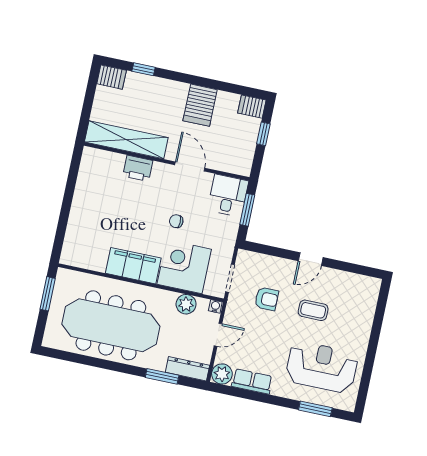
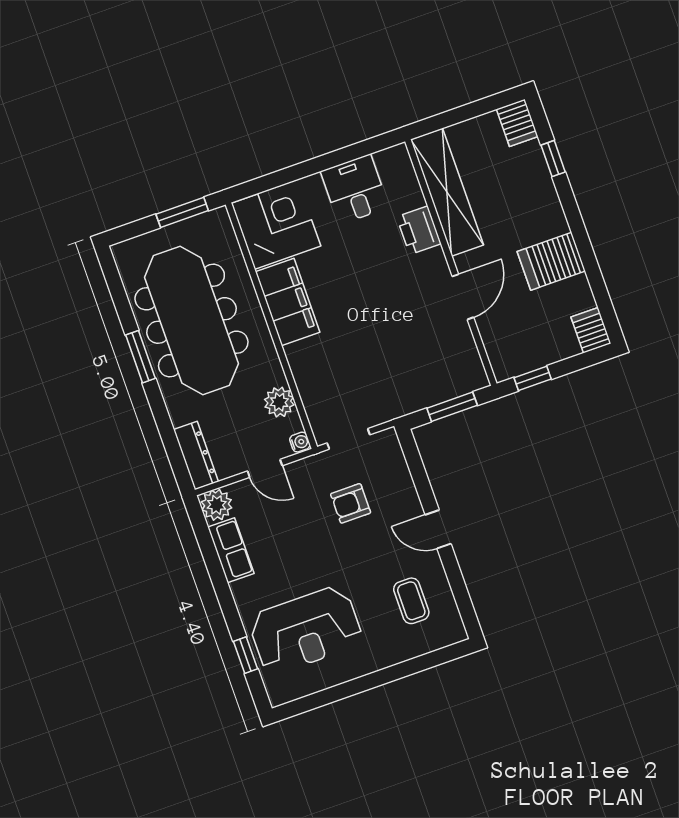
window: (263, 134) -> (533, 378), moved
desk: (228, 195) -> (355, 189), moved, turned -90
chair: (176, 221) -> (380, 323), removed
corner desk: (184, 267) -> (276, 225), moved
armchair: (267, 299) -> (351, 503), turned 90
coffee table: (313, 310) -> (411, 601), moved
reception desk: (322, 367) -> (306, 630), turned 90
window: (162, 376) -> (140, 357), moved
window: (315, 409) -> (246, 655), width x0.67

